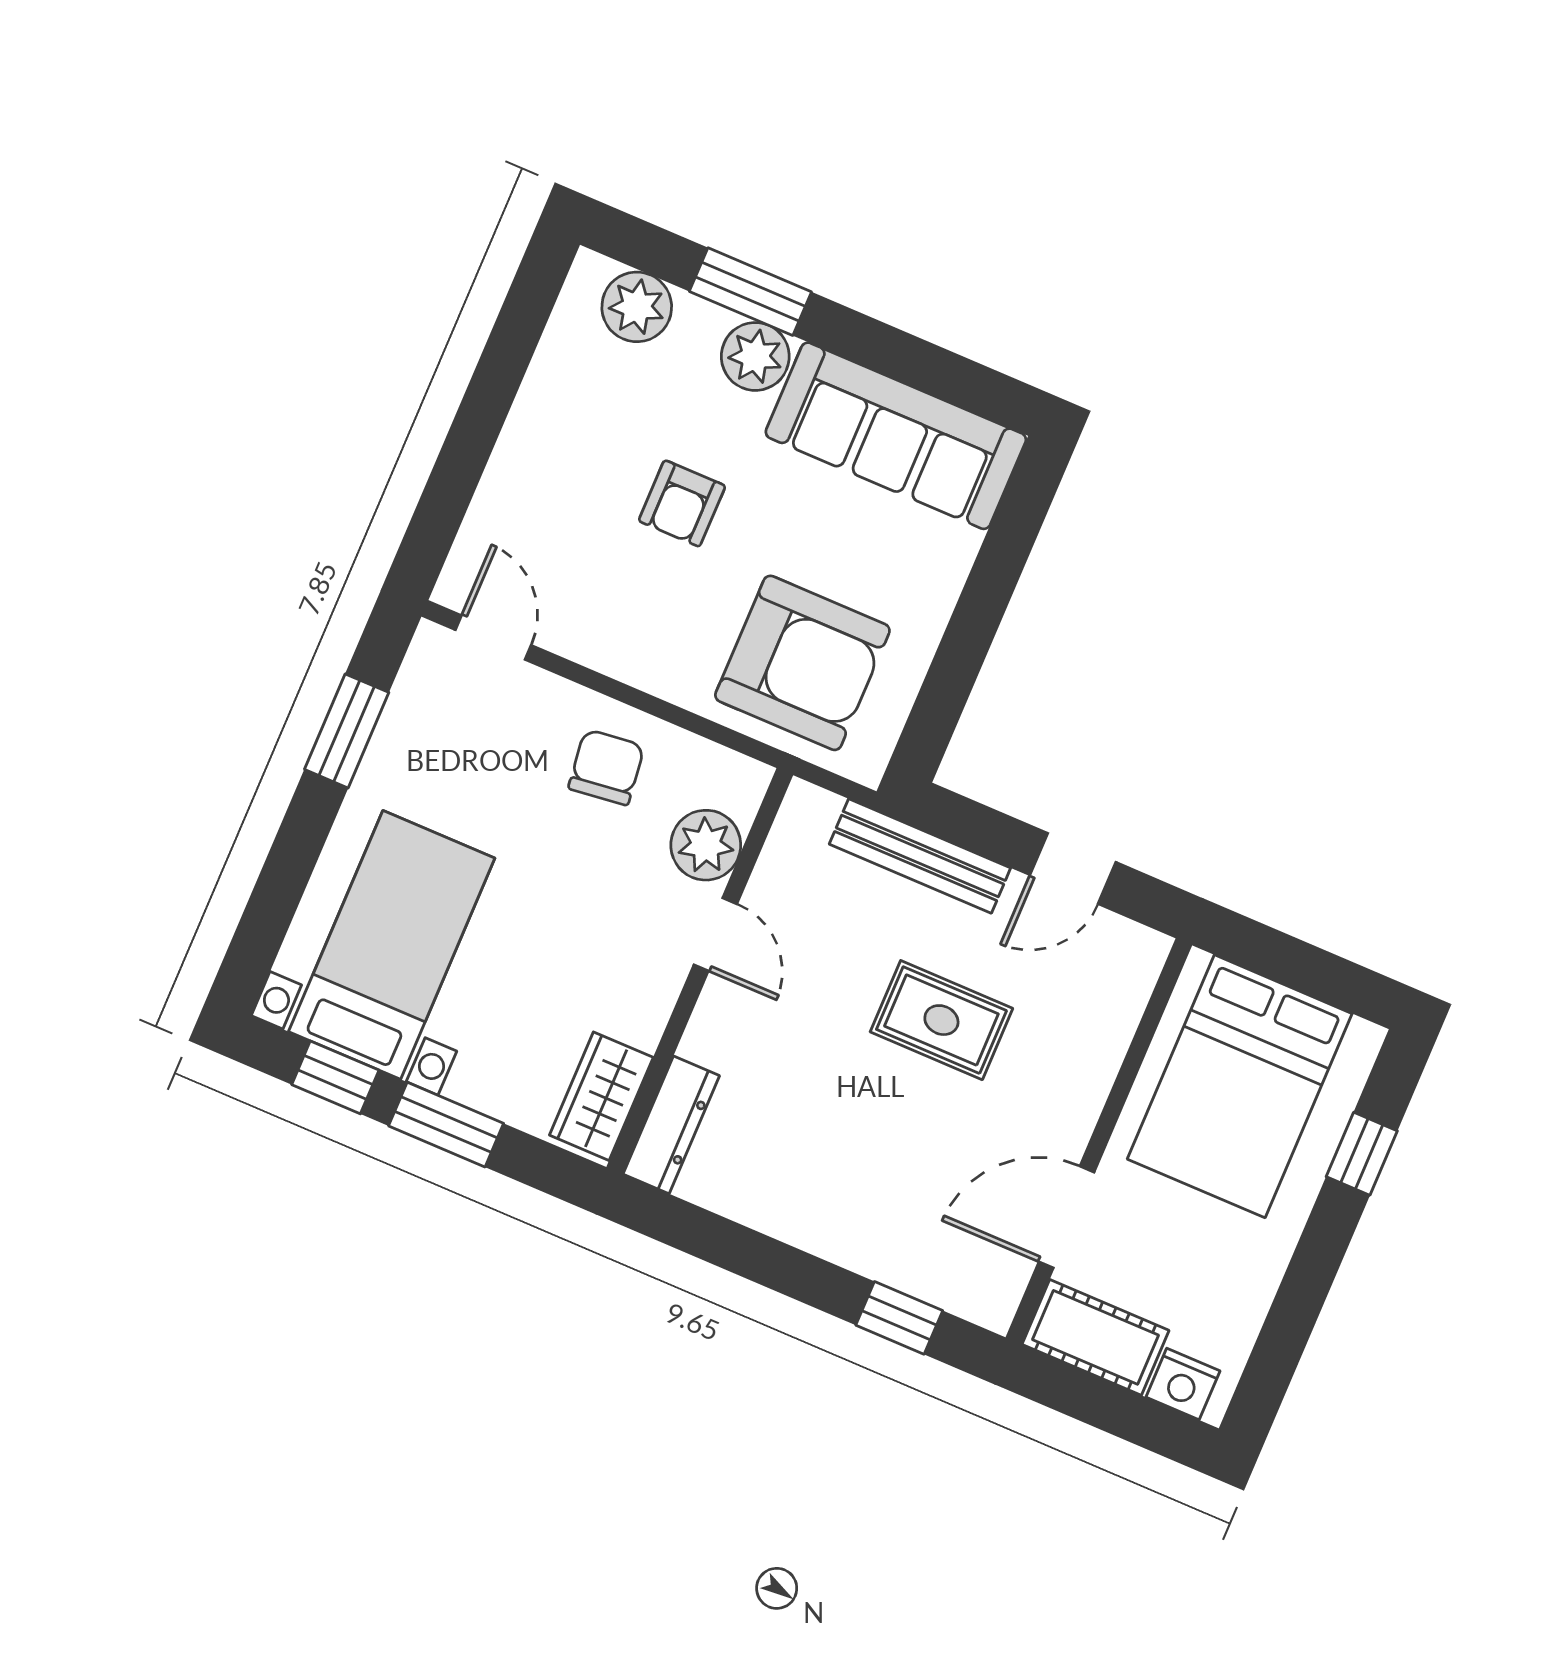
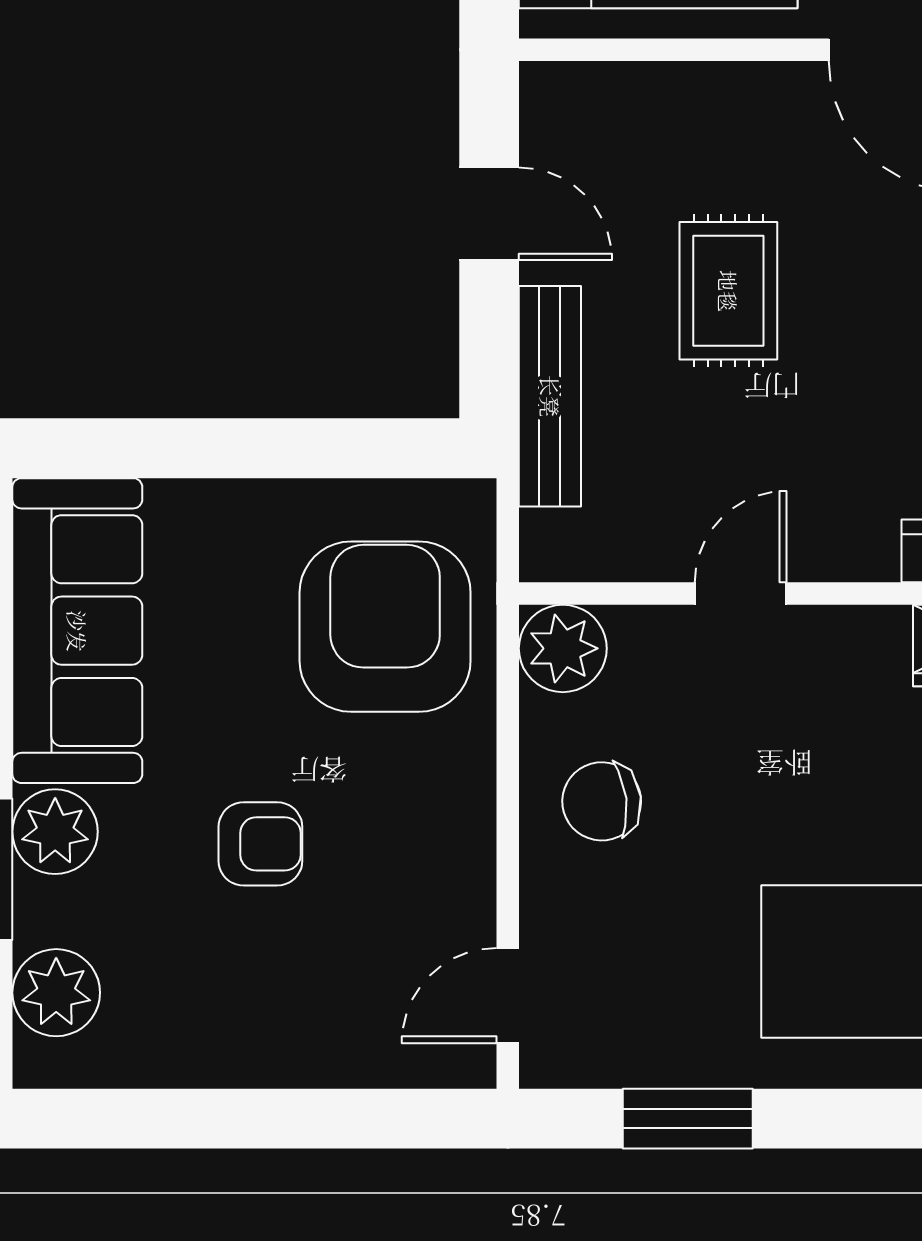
plant: (706, 845) -> (563, 648), moved

